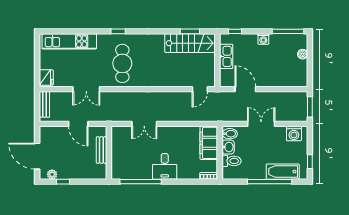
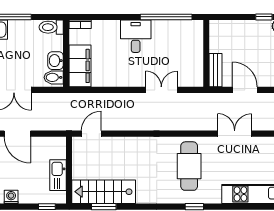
door: (245, 89) -> (17, 134), moved
bench: (101, 150) -> (216, 70), moved
toilet: (232, 161) -> (51, 27), moved

